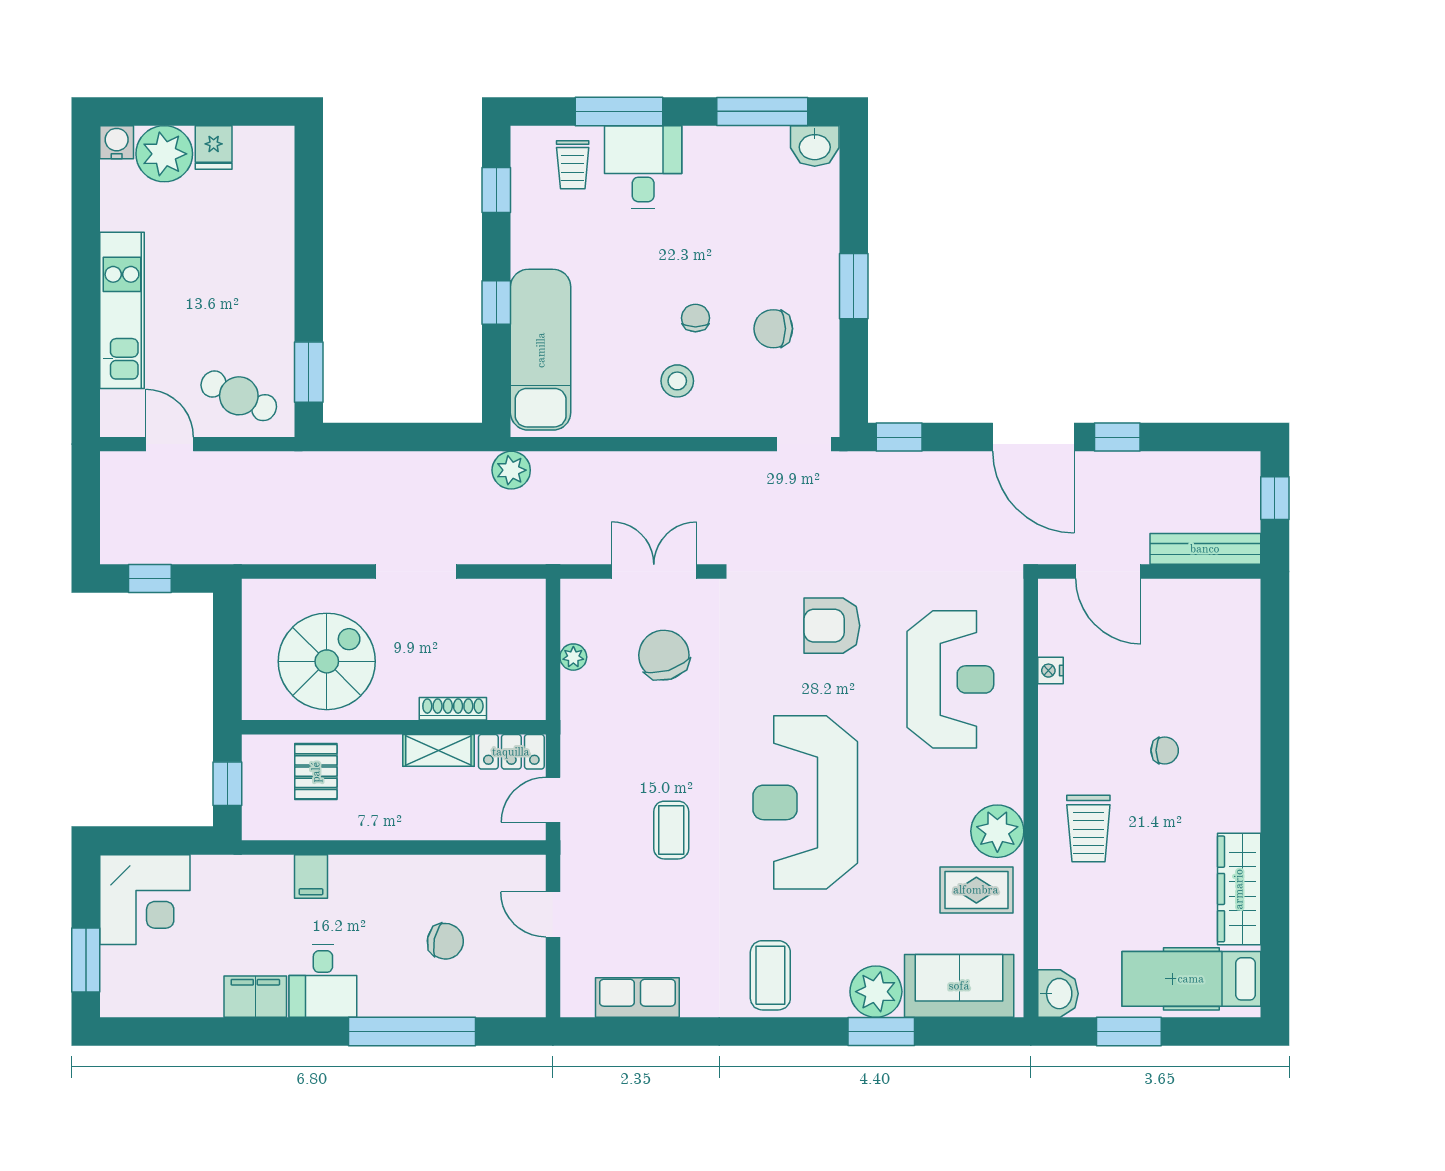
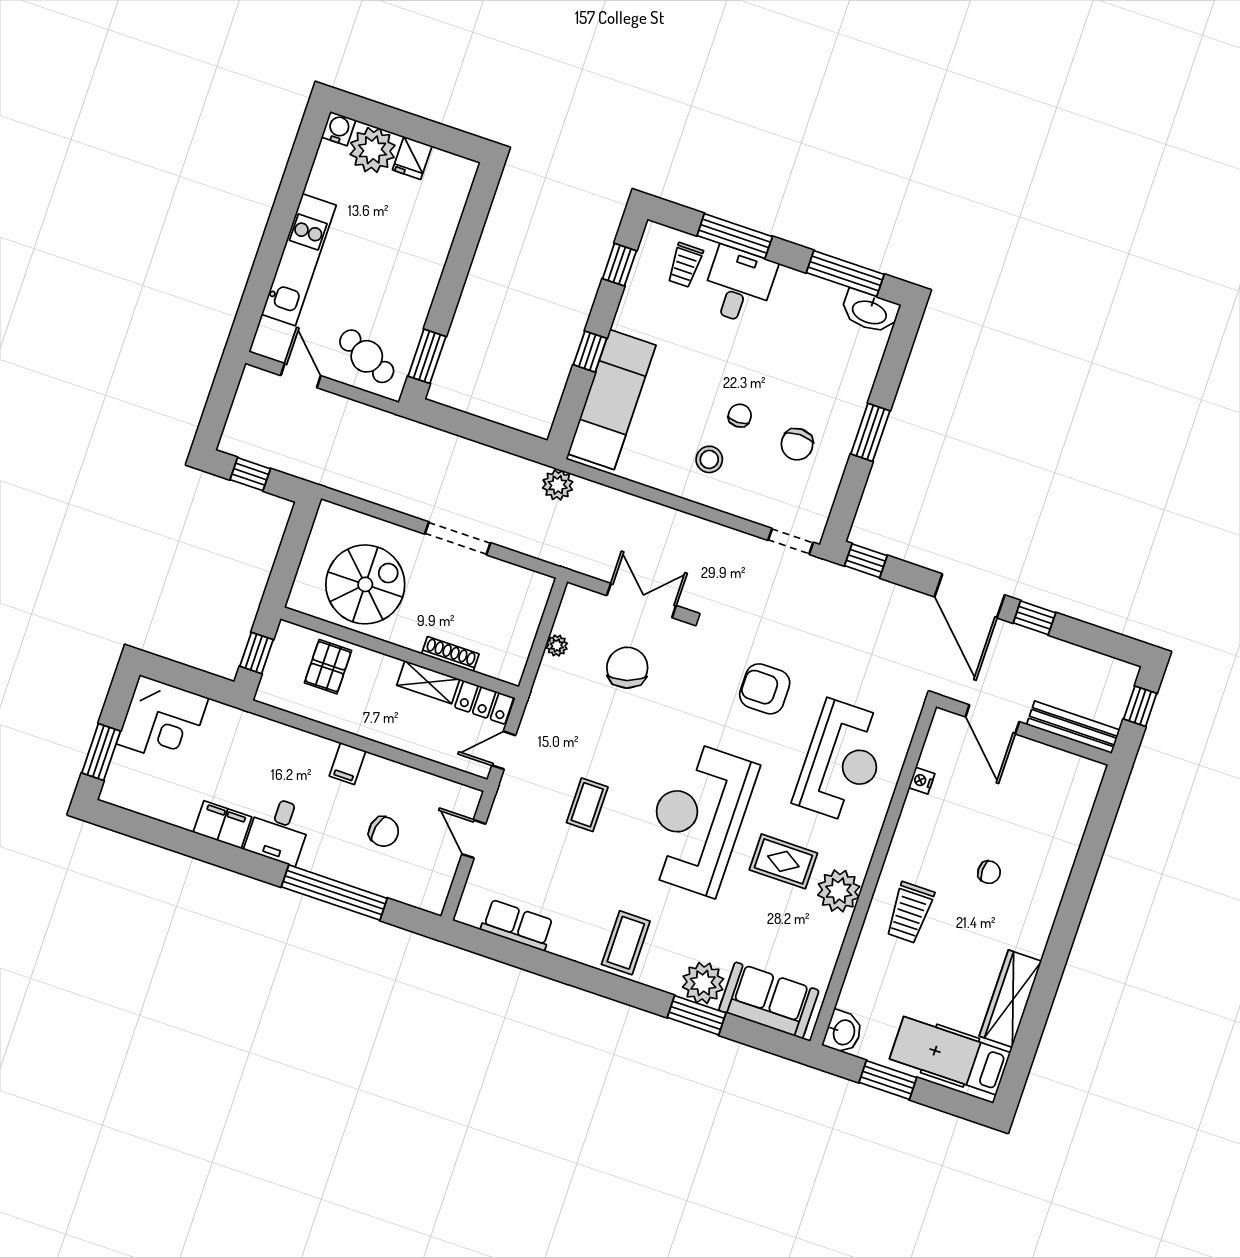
washbasin: (815, 146) -> (870, 311), width x1.38
chair: (773, 329) -> (797, 444), turned -90
filing cabinet: (311, 876) -> (348, 764), moved
rug: (976, 890) -> (783, 861), moved

